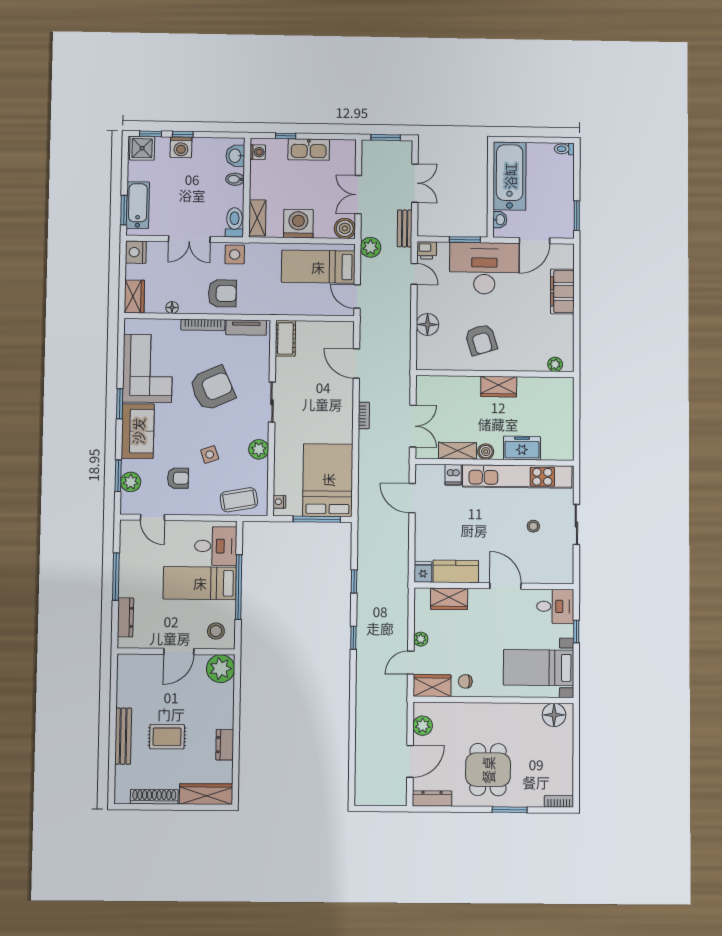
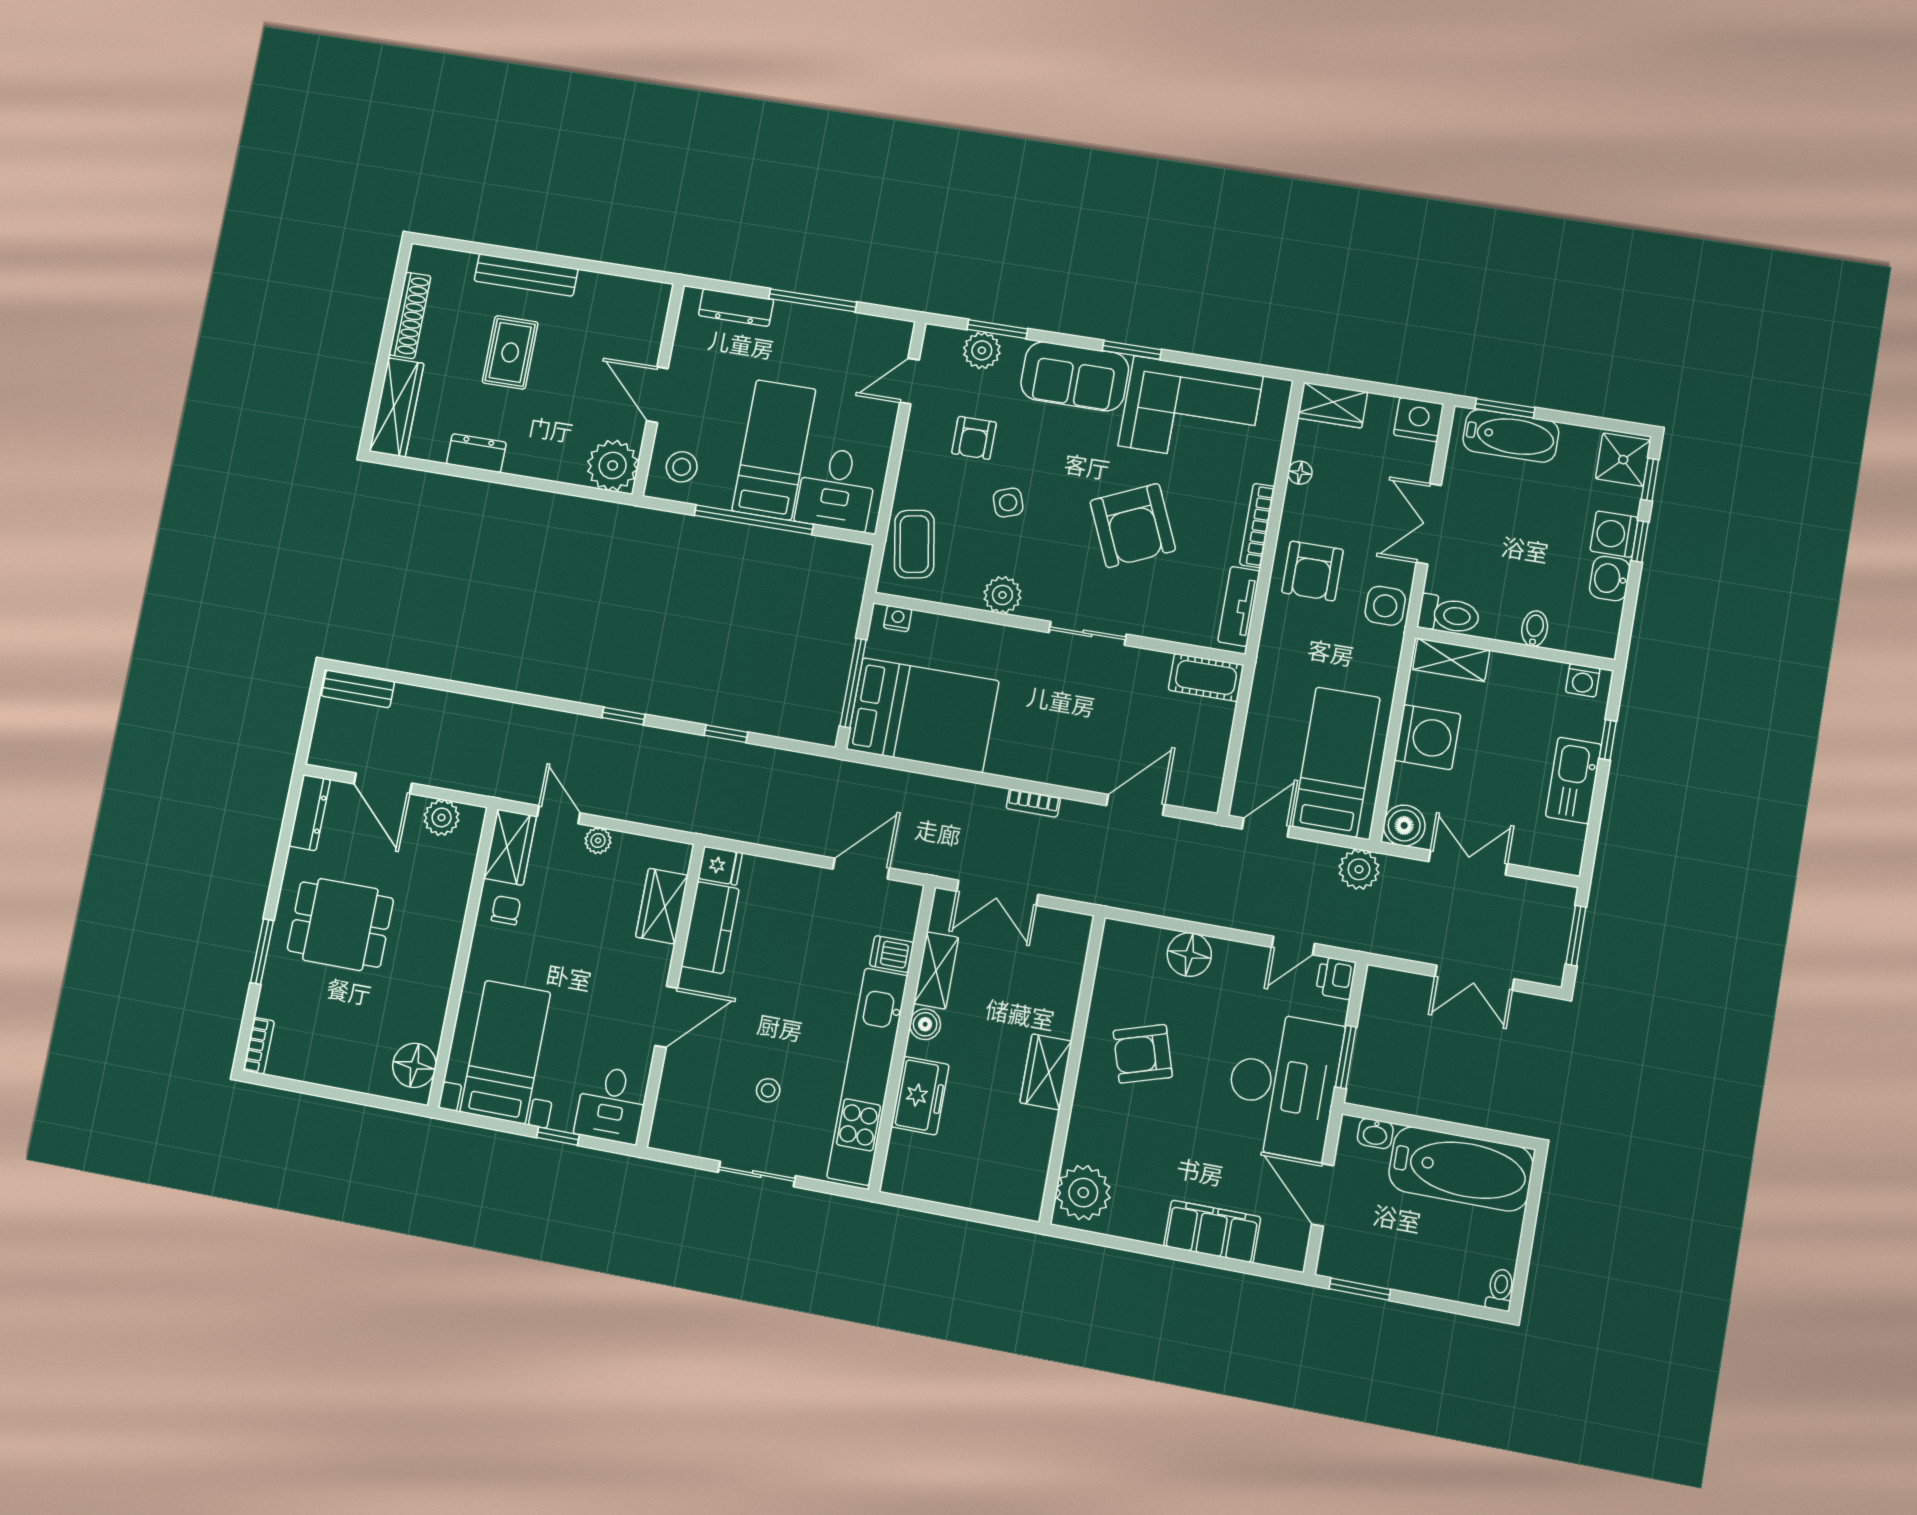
washbasin: (235, 156) -> (1610, 579), moved, turned -90
bench: (405, 228) -> (358, 689), moved
plant: (555, 364) -> (1083, 1193), width x1.87, depth x1.87

